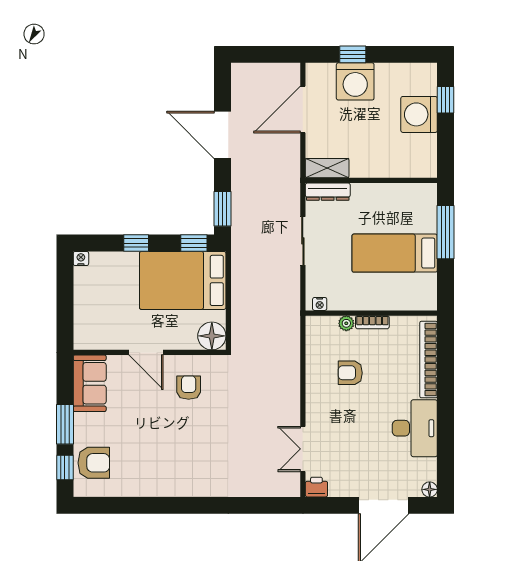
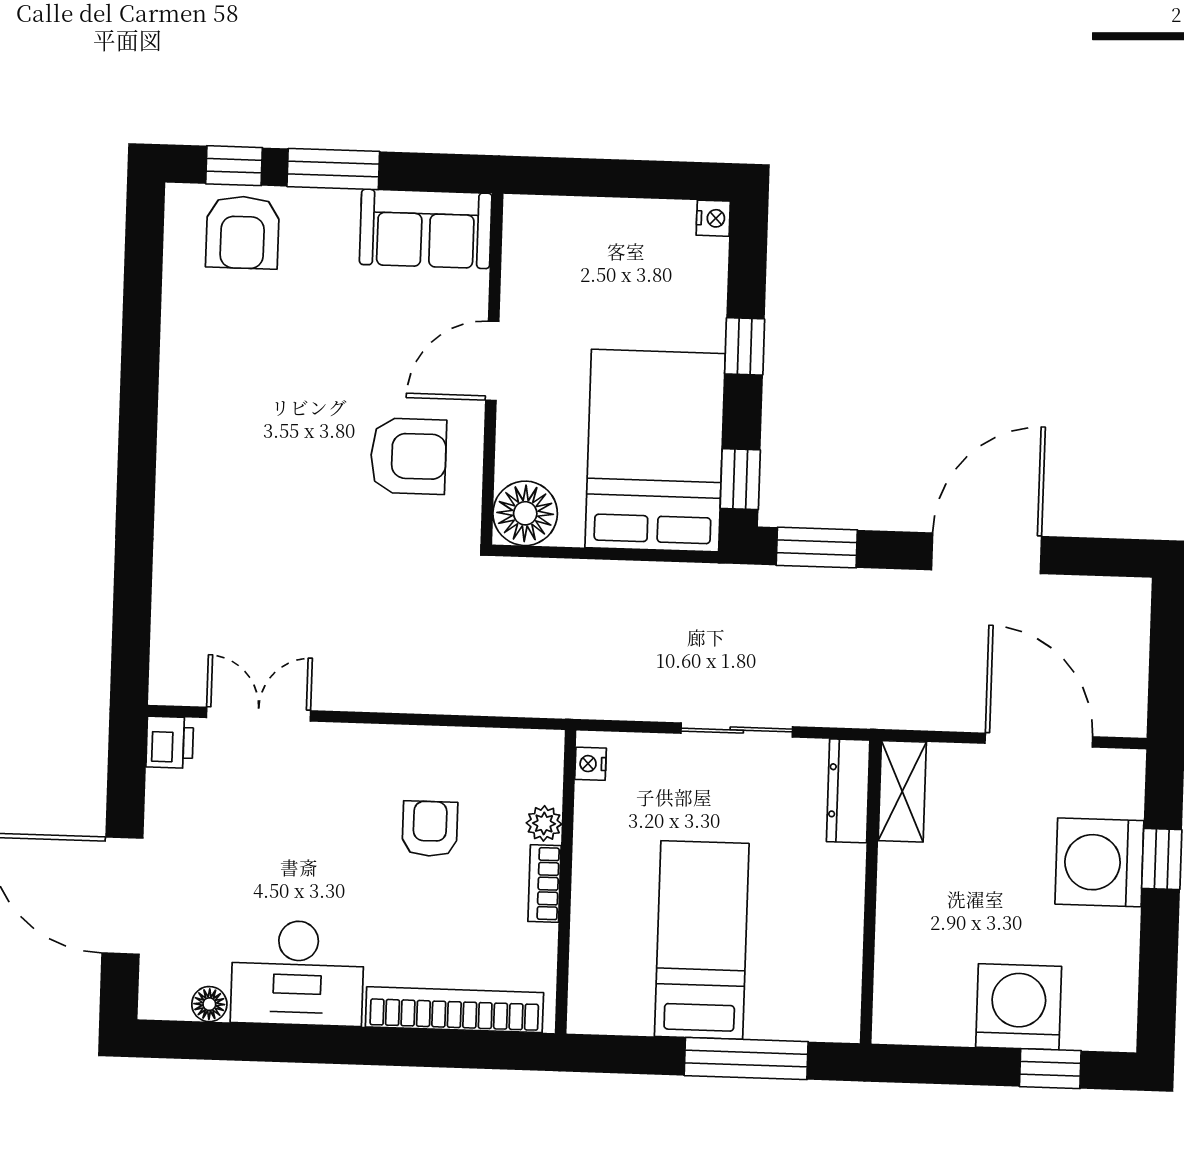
armchair: (189, 388) -> (408, 456), width x1.38, depth x1.38
floor lamp: (430, 489) -> (209, 1004), moved

